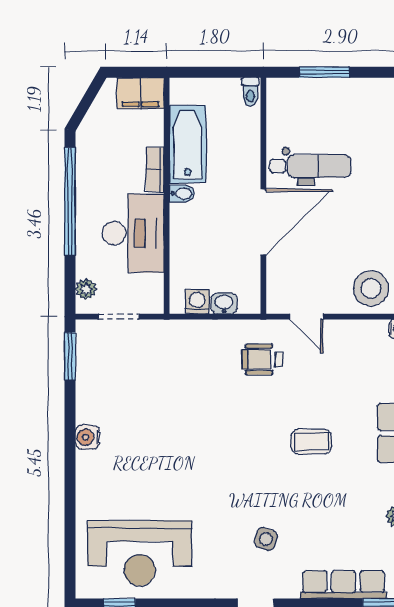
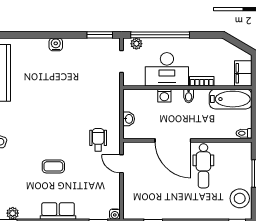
bathtub: (188, 144) -> (231, 99), moved
window: (70, 201) -> (160, 35), moved
stool: (371, 288) -> (240, 198), moved
washing machine: (197, 302) -> (164, 96), moved, turned 90
door: (306, 317) -> (121, 164), hinge flipped
coffee table: (311, 442) -> (53, 166), turned 90

